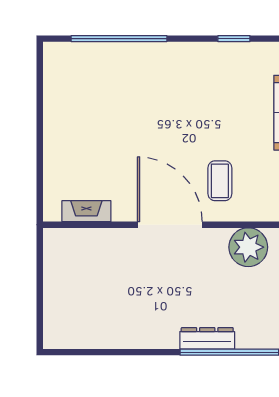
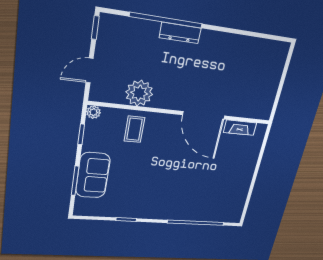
coffee table: (220, 181) -> (134, 129), moved
door: (170, 225) -> (204, 115), moved

